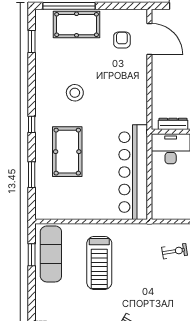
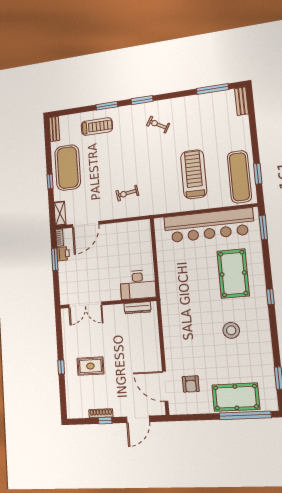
bar counter: (133, 172) -> (209, 225), moved, turned 90
window: (32, 175) -> (263, 227), moved

